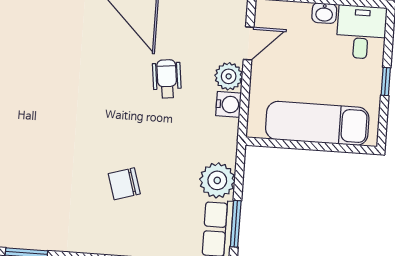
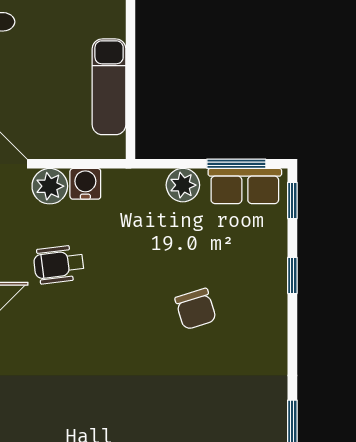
exam couch: (317, 123) -> (109, 87), width x0.73, depth x0.69
plant: (217, 180) -> (183, 185), width x0.73, depth x0.73

